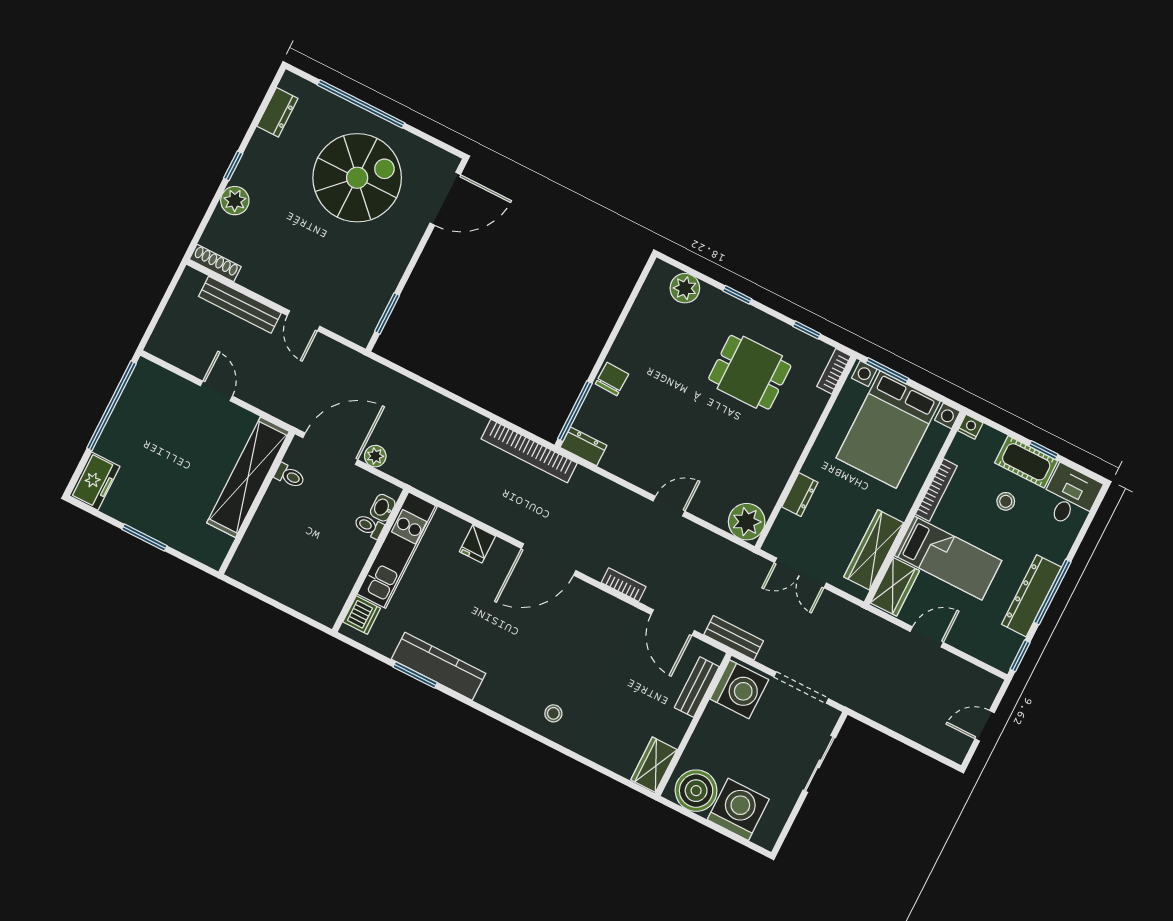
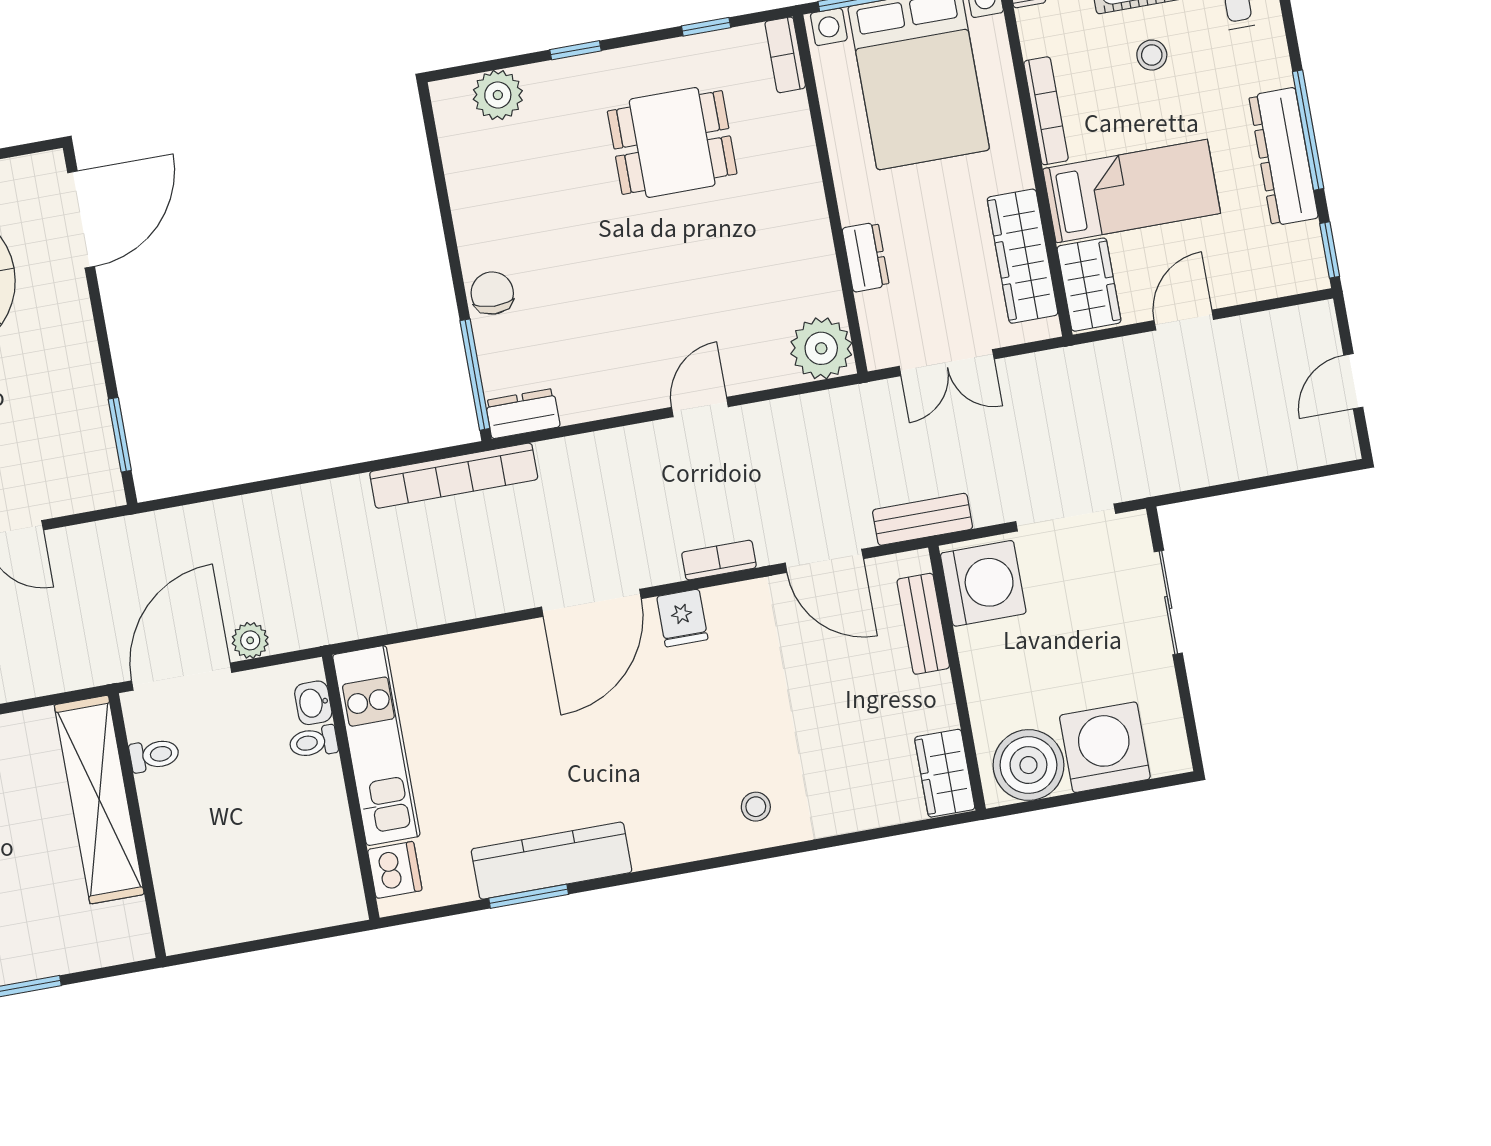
fridge: (477, 544) -> (682, 618), moved

